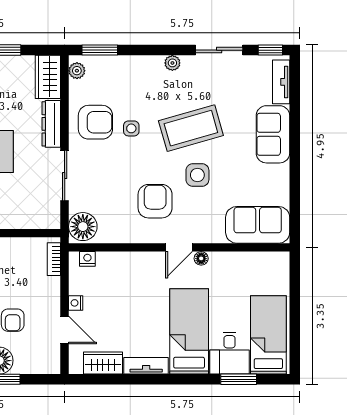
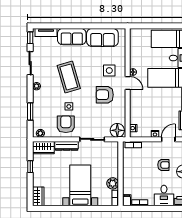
window: (100, 50) -> (30, 112), moved
side table: (197, 175) -> (109, 70), moved
sofa: (258, 225) -> (102, 37), moved, turned -90

